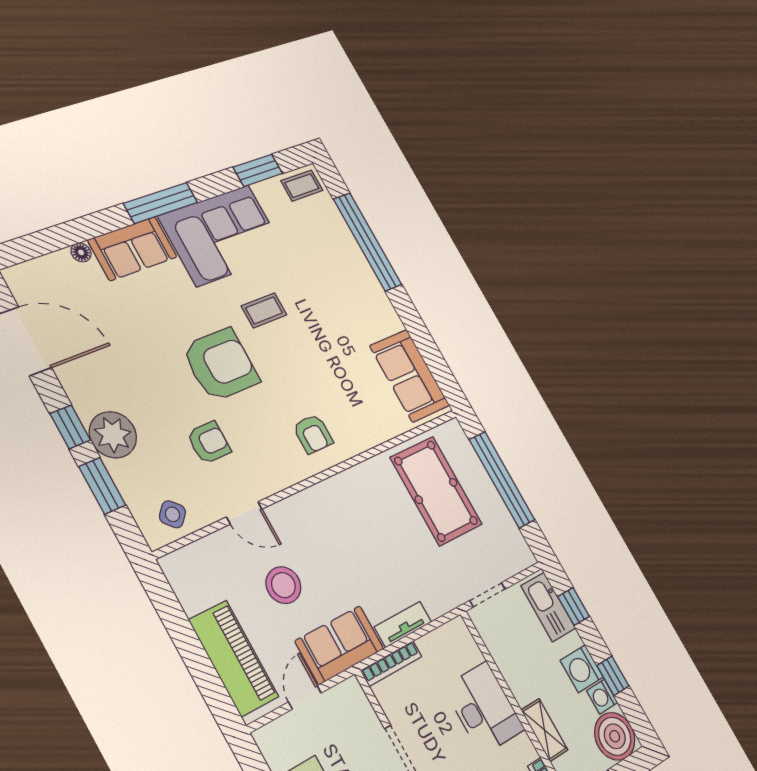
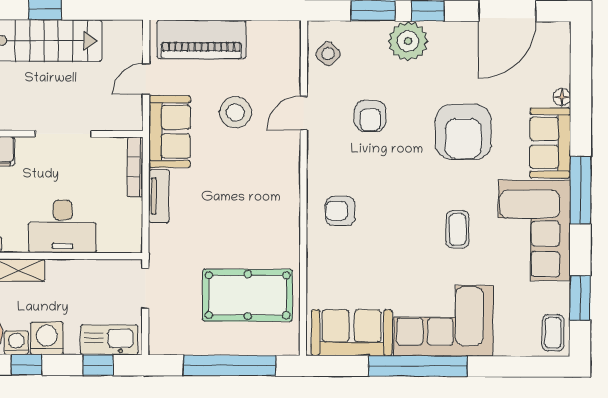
window: (367, 242) -> (418, 366), moved
corner sofa: (350, 293) -> (443, 321), added
armchair: (221, 365) -> (463, 132), moved
door: (305, 697) -> (146, 79), swing flipped

